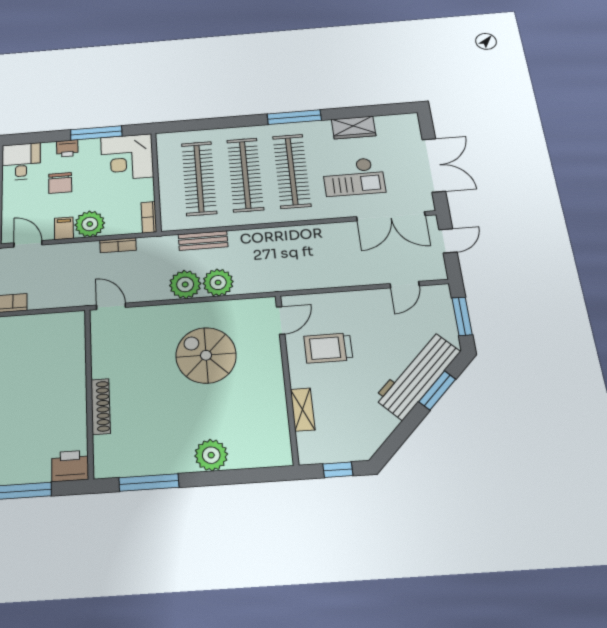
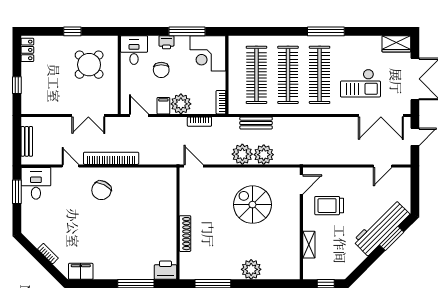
wardrobe: (354, 128) -> (396, 44), moved
window: (462, 316) -> (415, 191), removed

